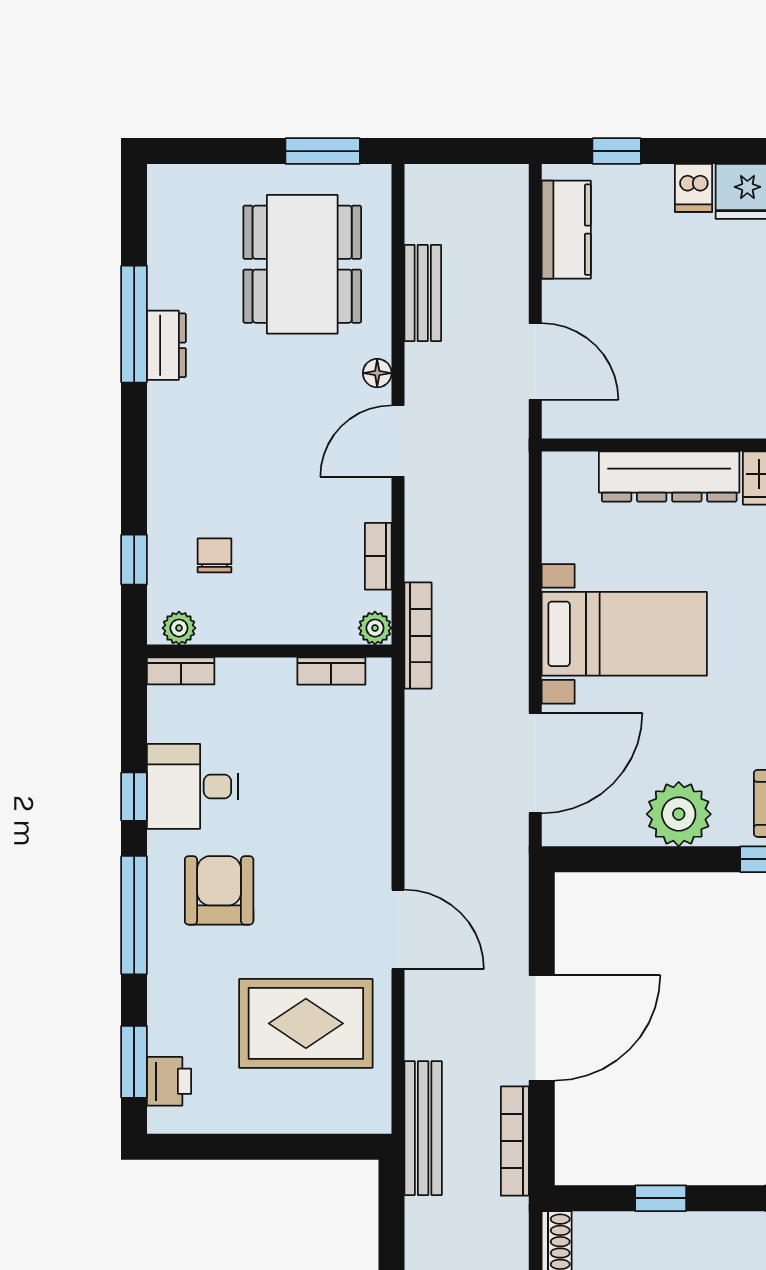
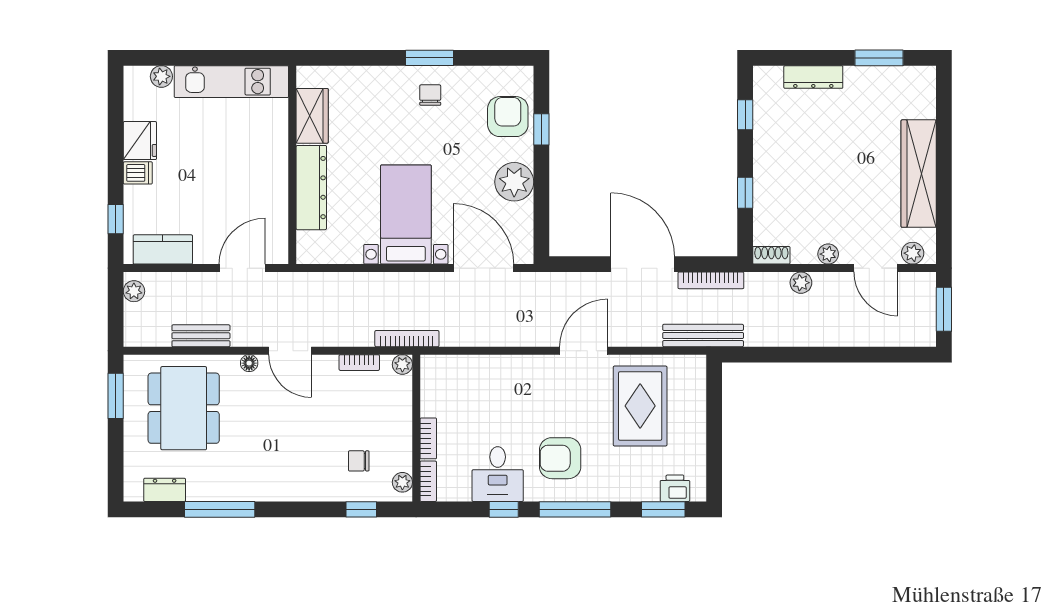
plant: (497, 182) -> (134, 291), added
dining table: (302, 264) -> (184, 408), turned 90
dresser: (166, 345) -> (165, 490), moved
bookcase: (331, 671) -> (428, 438), moved

